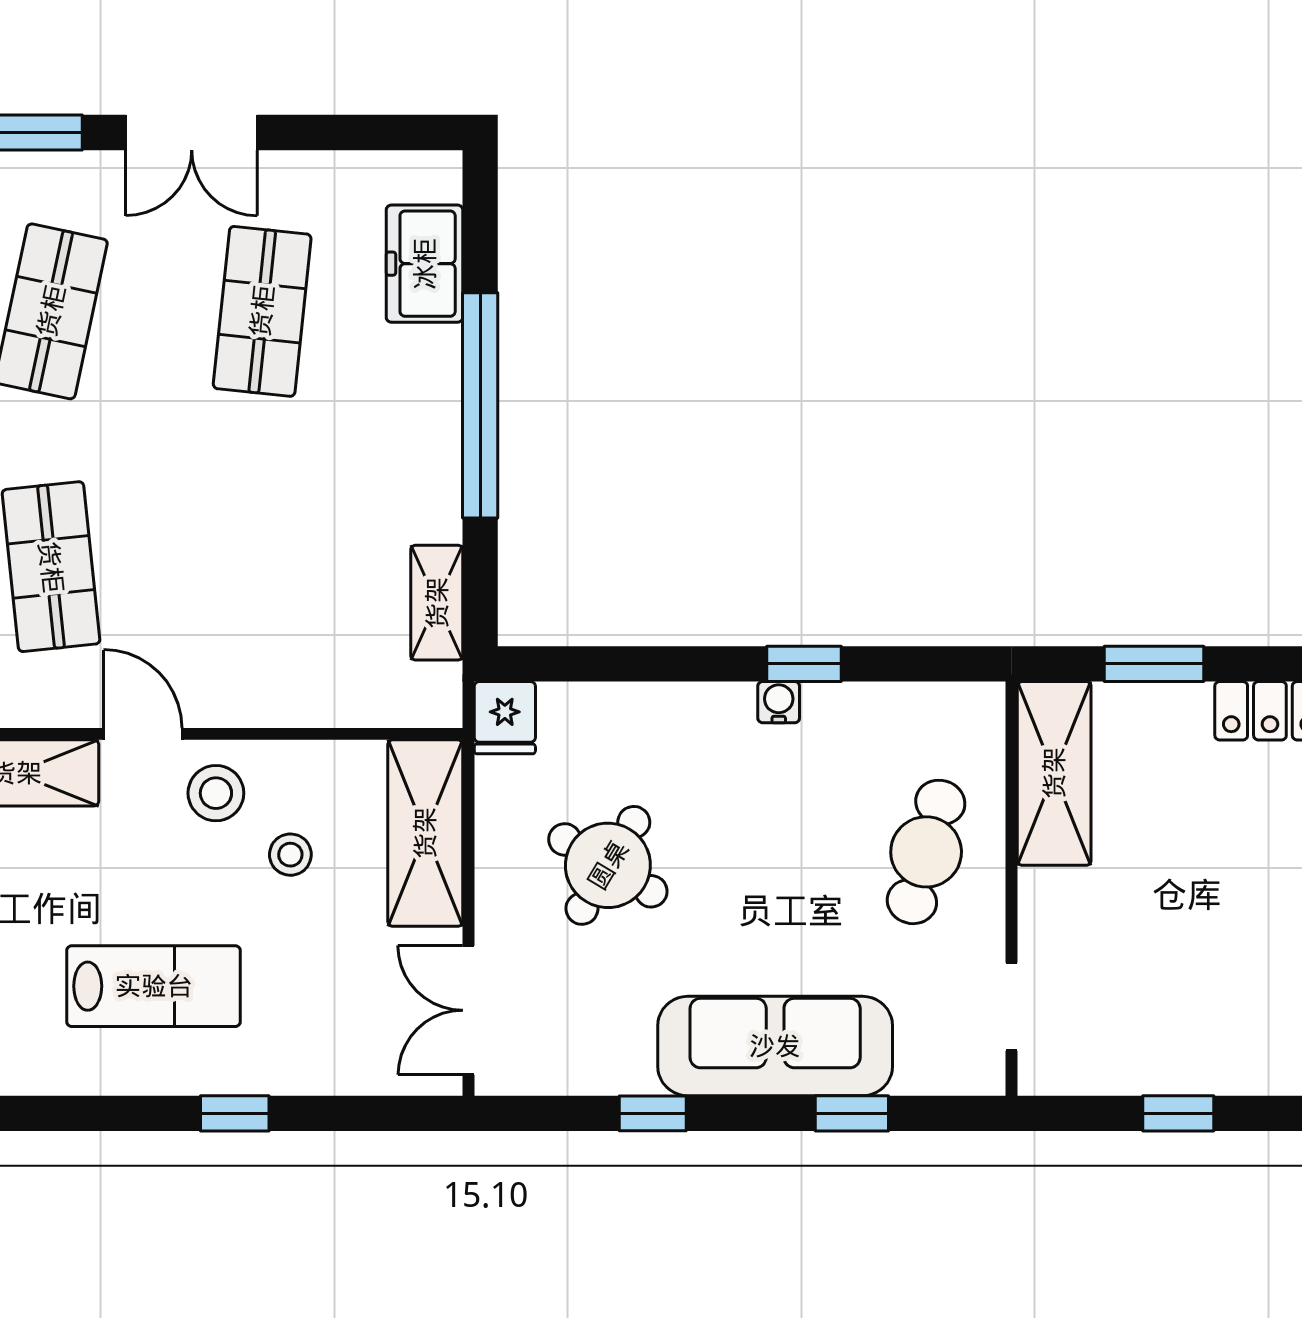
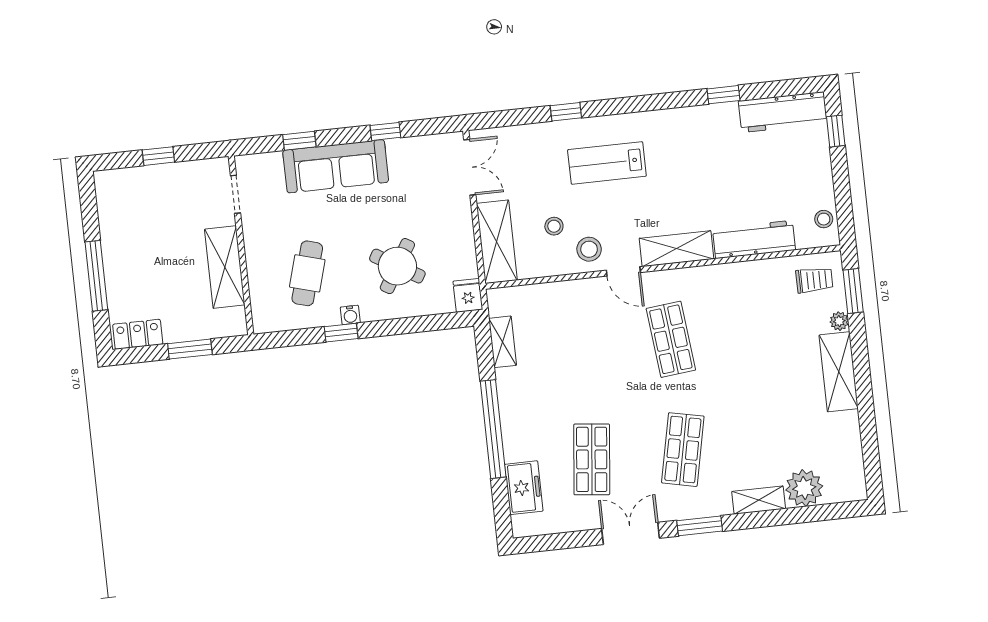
shelving: (1054, 773) -> (225, 267), moved
cafe table: (926, 852) -> (307, 273), moved
round table: (608, 865) -> (397, 266), moved

